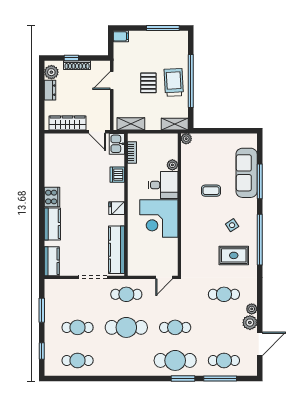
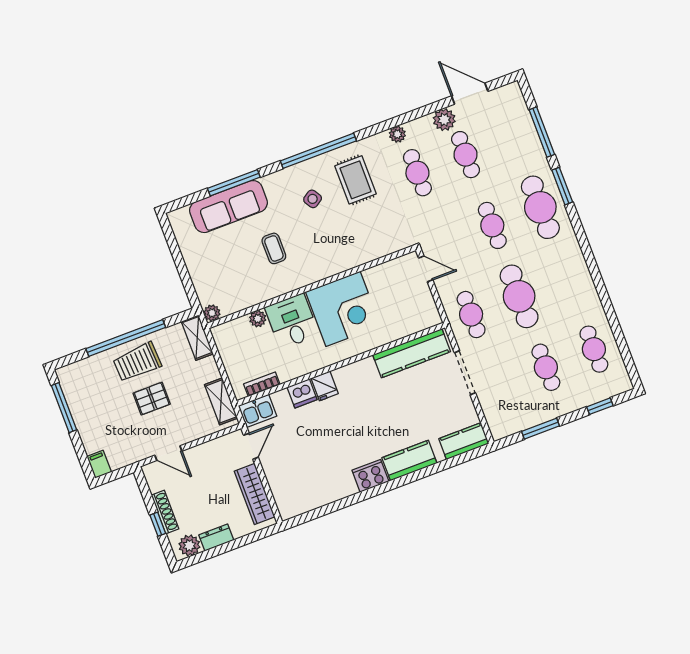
fridge: (117, 208) -> (325, 386), moved
plant: (252, 309) -> (397, 134), moved
cafe table: (224, 360) -> (465, 155), moved

